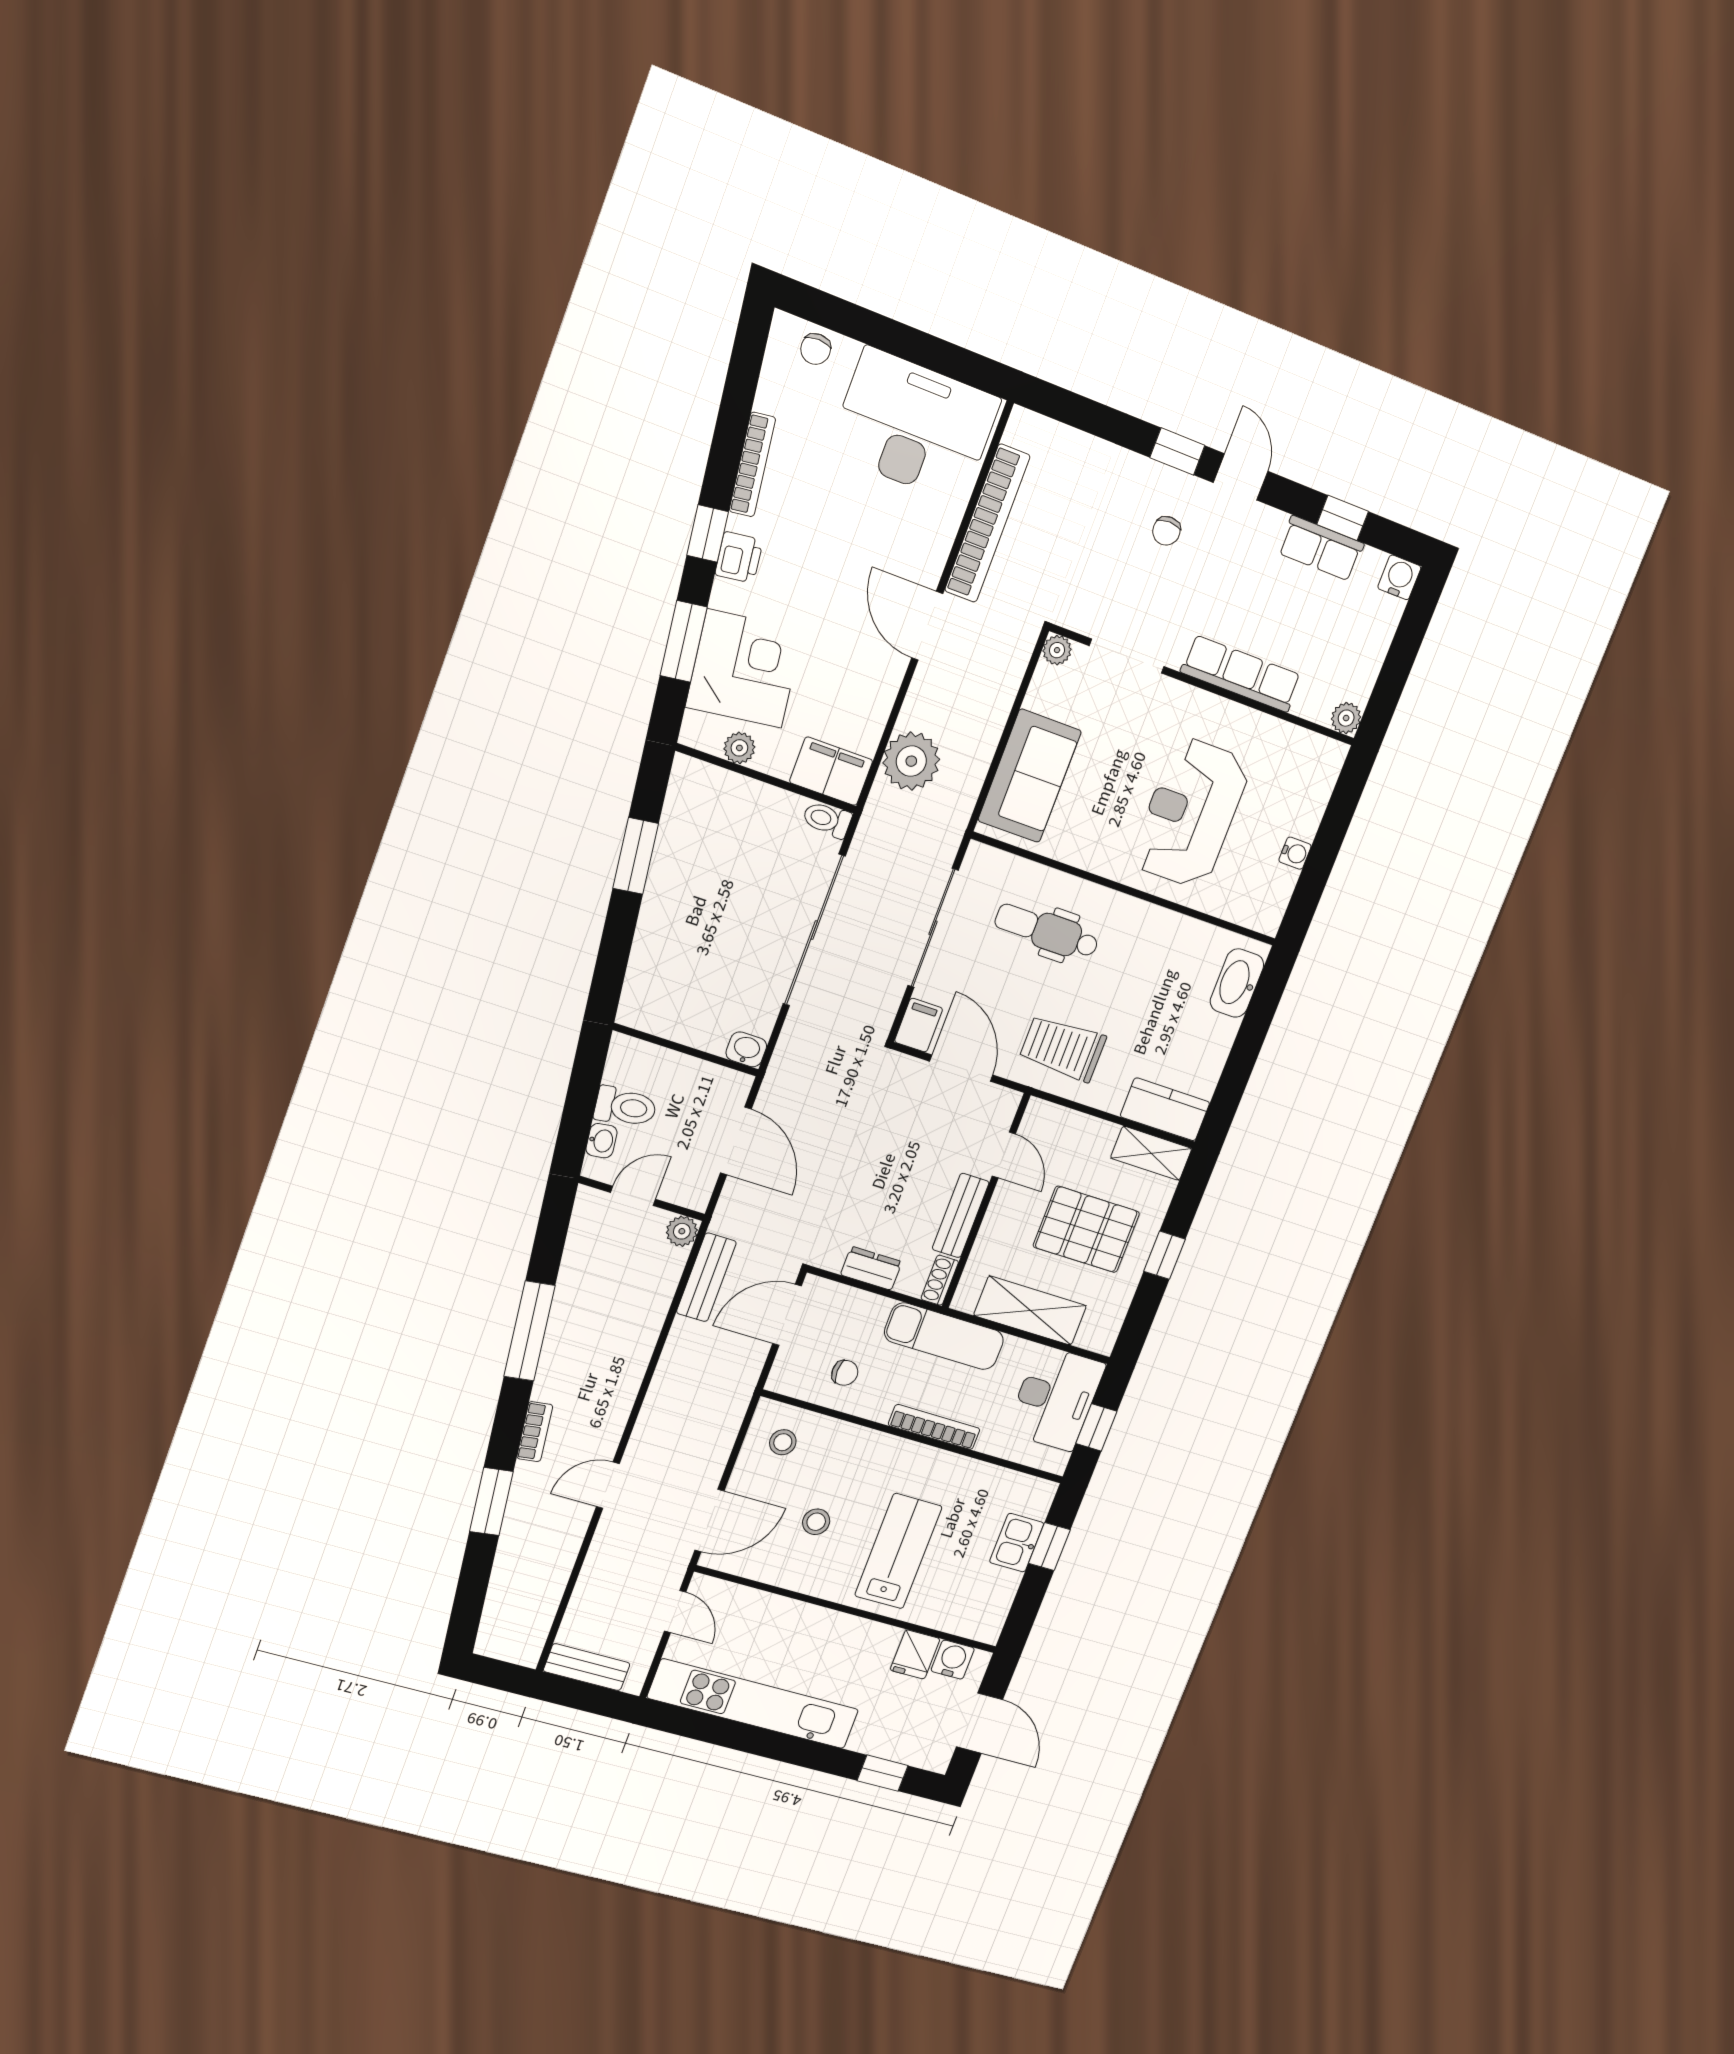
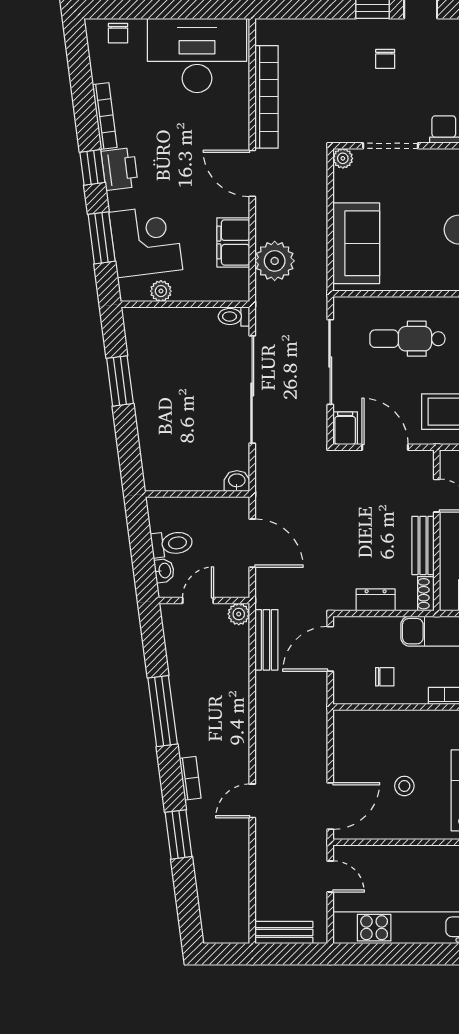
printer: (739, 557) -> (120, 169), width x1.36, depth x1.24
filing cabinet: (831, 771) -> (233, 242), moved, turned -90
stool: (783, 1442) -> (360, 737), removed

